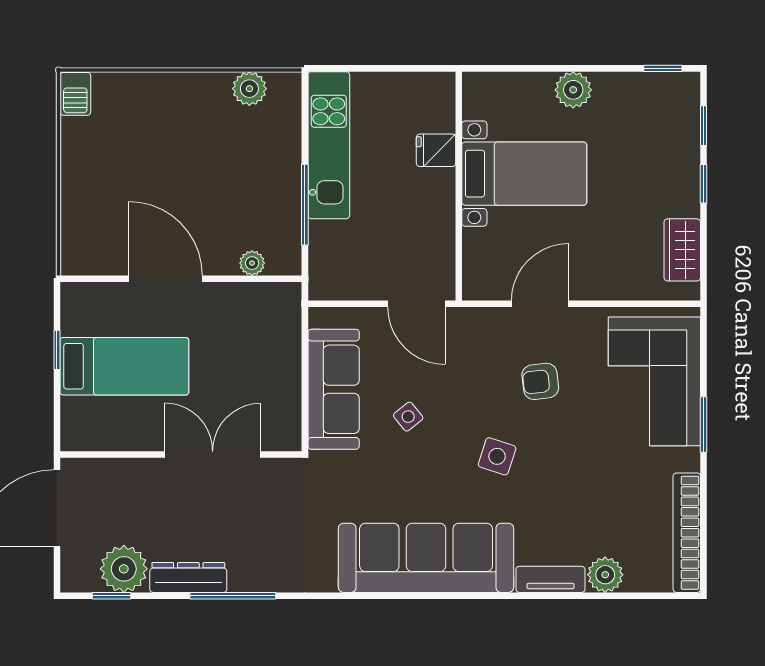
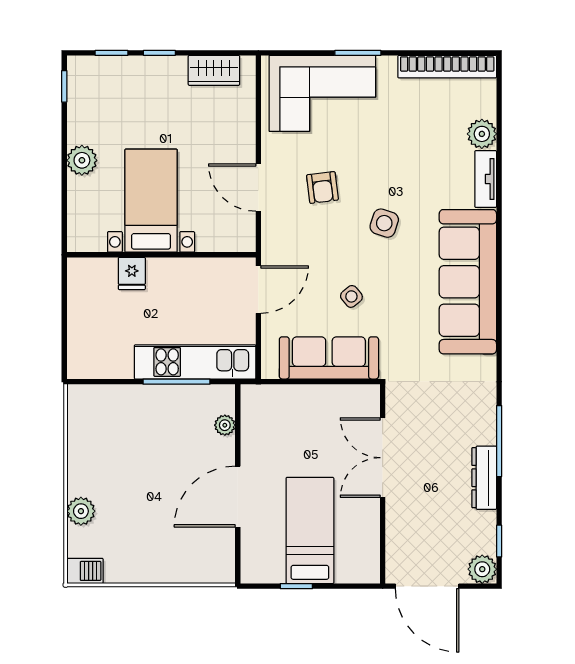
plant: (249, 89) -> (81, 511), moved
kitchen unit: (329, 145) -> (195, 362), moved
plant: (124, 569) -> (482, 569), moved, width x0.73, depth x0.73

